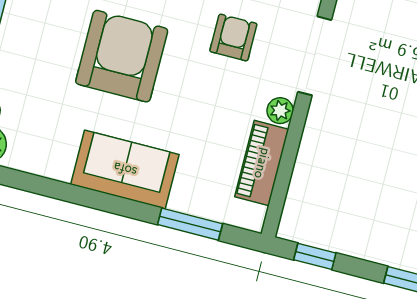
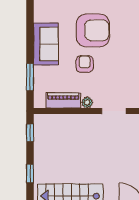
armchair: (233, 38) -> (85, 64), moved, turned -90
doorway: (315, 56) -> (114, 111), width x0.73

